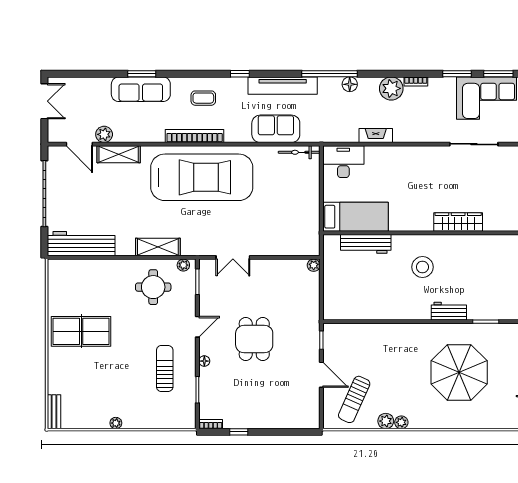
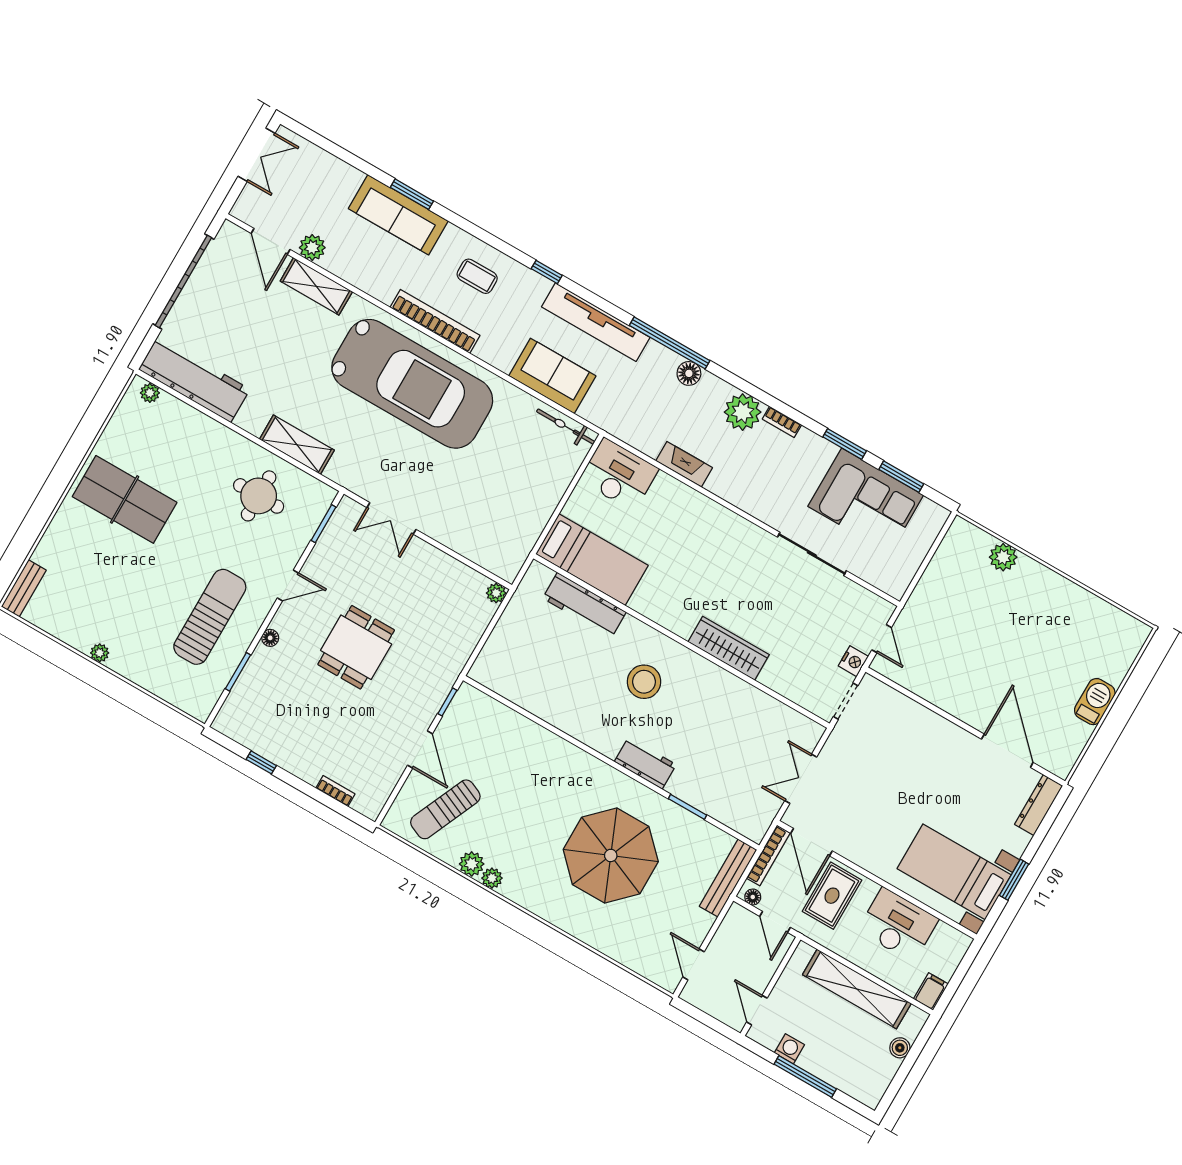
plant: (183, 265) -> (150, 393), moved
sun lounger: (165, 369) -> (210, 617), width x1.36, depth x1.34
bookcase: (211, 424) -> (335, 791), moved

